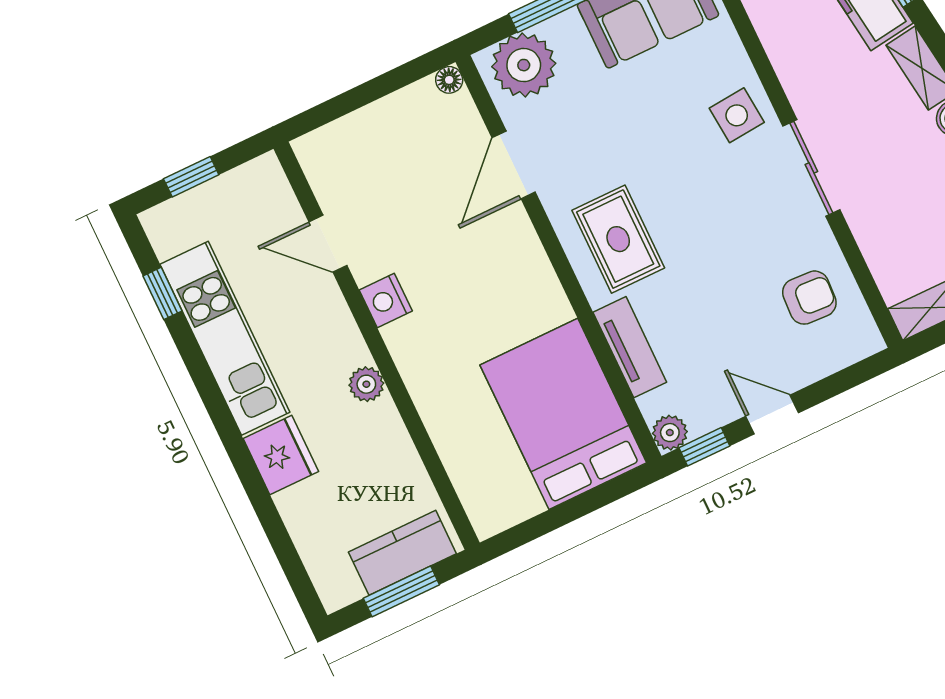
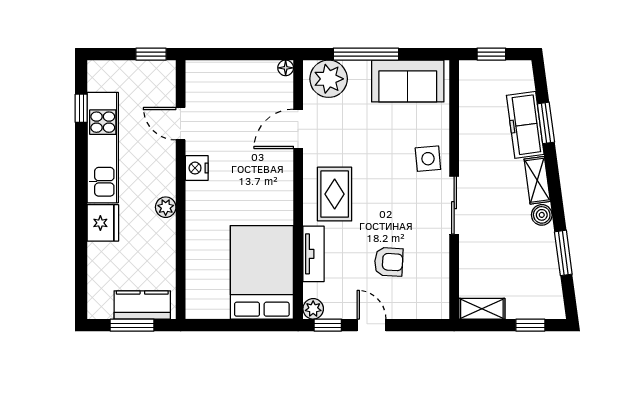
window: (191, 177) -> (151, 54), moved
armchair: (809, 298) -> (389, 262), moved

